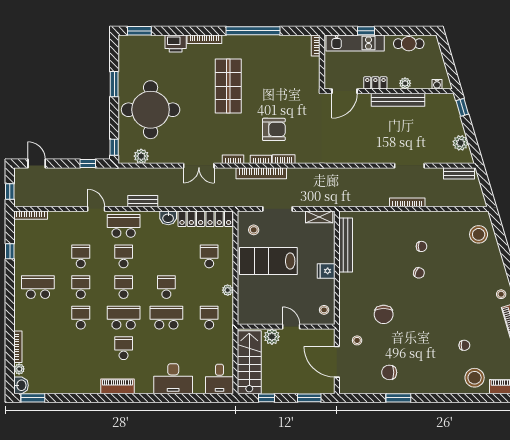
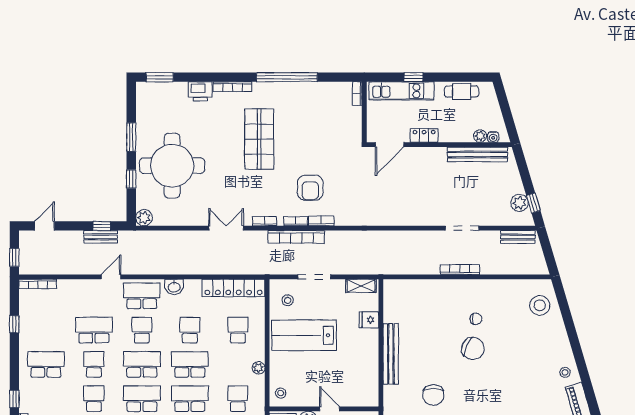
plant: (405, 83) -> (480, 136), moved
bench: (398, 100) -> (477, 154), moved
window: (462, 107) -> (533, 203), moved
armchair: (274, 129) -> (310, 188), turned 90
window: (114, 147) -> (131, 179), moved
plant: (141, 156) -> (144, 218), moved
door: (37, 164) -> (44, 226), hinge flipped
double door: (199, 166) -> (226, 228), swing flipped
bench: (143, 201) -> (101, 237), moved
door: (96, 209) -> (111, 277), hinge flipped
washbasin: (168, 218) -> (174, 287), moved
bench: (346, 245) -> (391, 354), moved
school desk: (81, 256) -> (94, 330), width x1.85
school desk: (166, 256) -> (190, 330), added
fridge: (326, 271) -> (369, 320), moved
chair: (419, 273) -> (473, 349), width x1.87, depth x1.87
school desk: (124, 287) -> (142, 364), width x1.85
school desk: (166, 287) -> (190, 364), width x1.85
stool: (324, 310) -> (281, 393), moved
window: (10, 318) -> (14, 399), added

